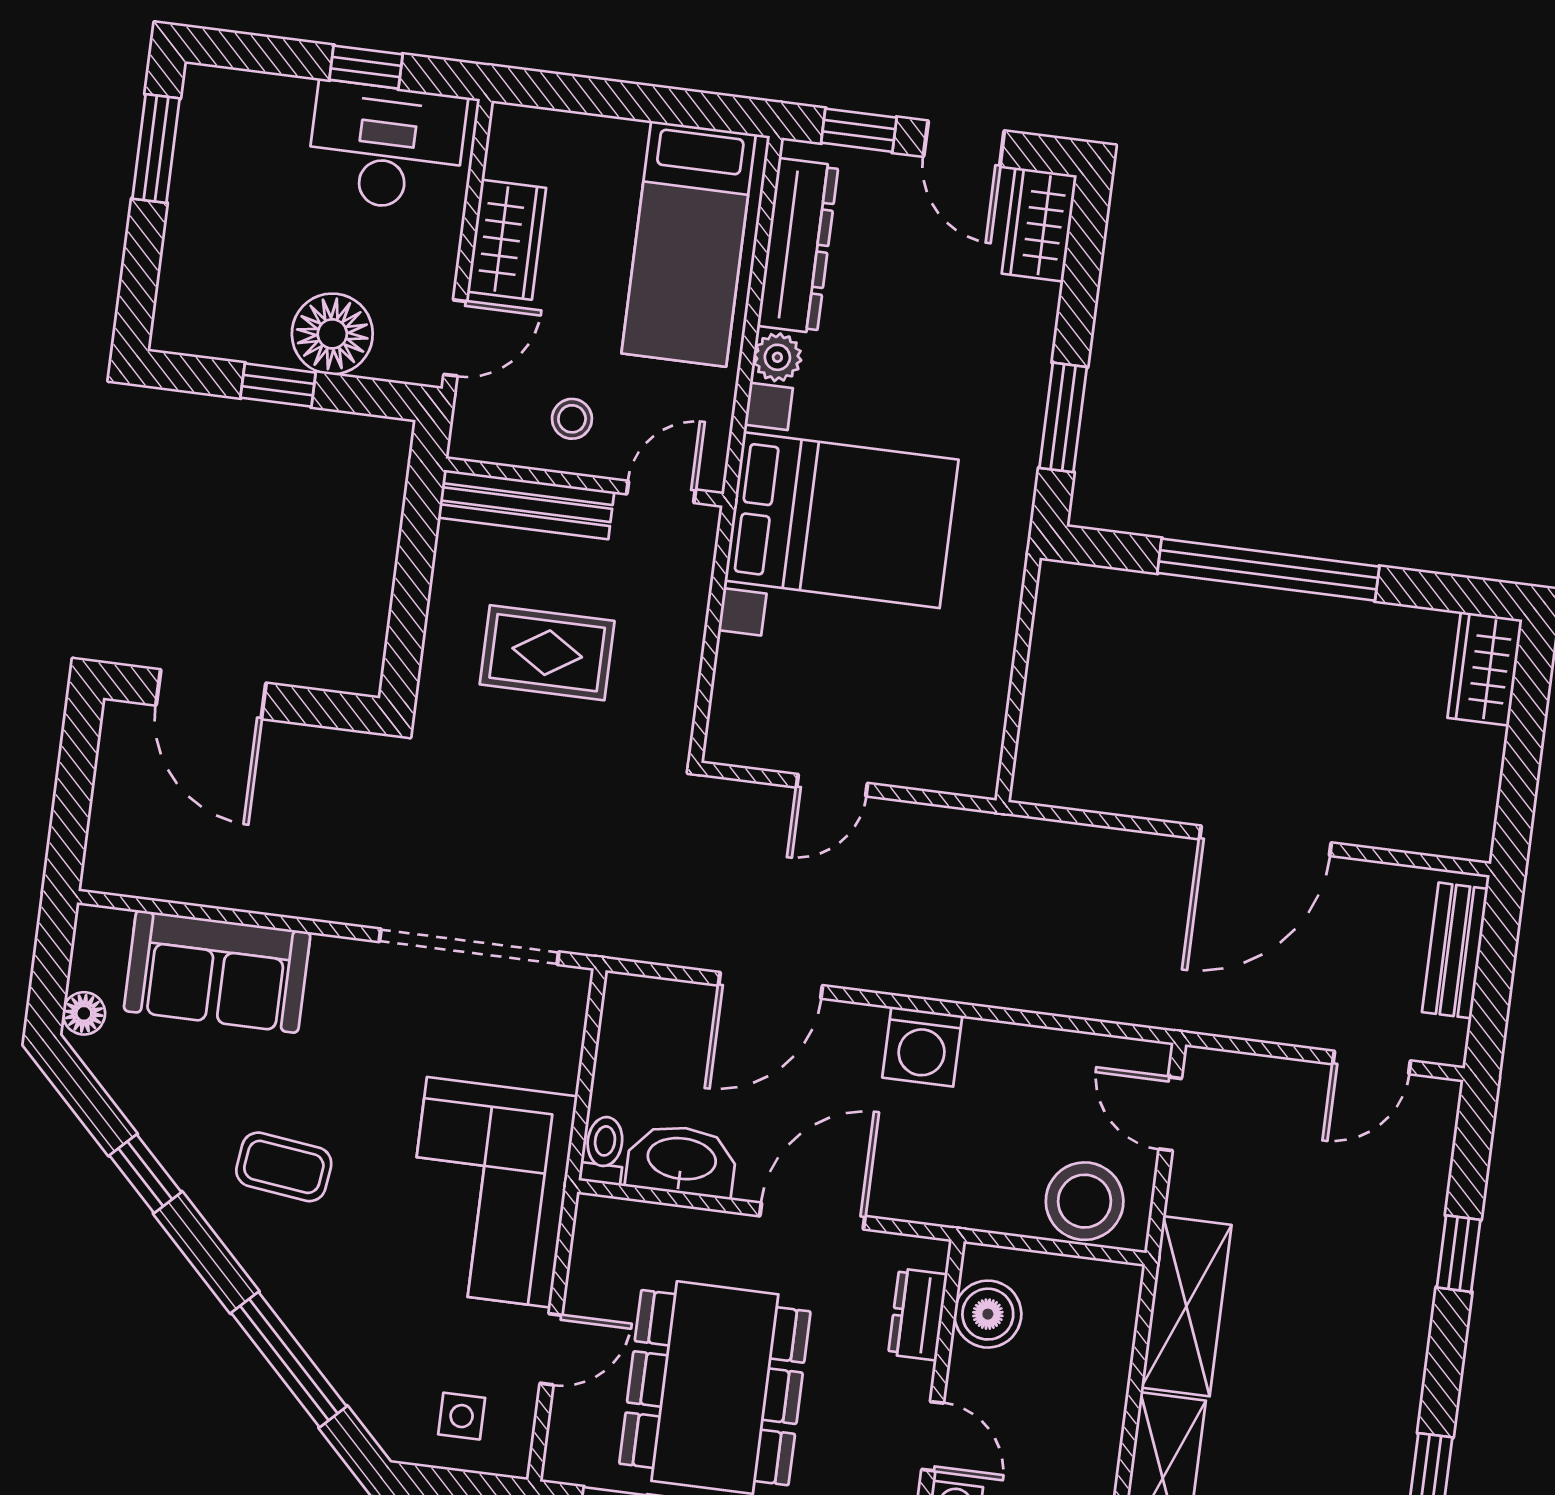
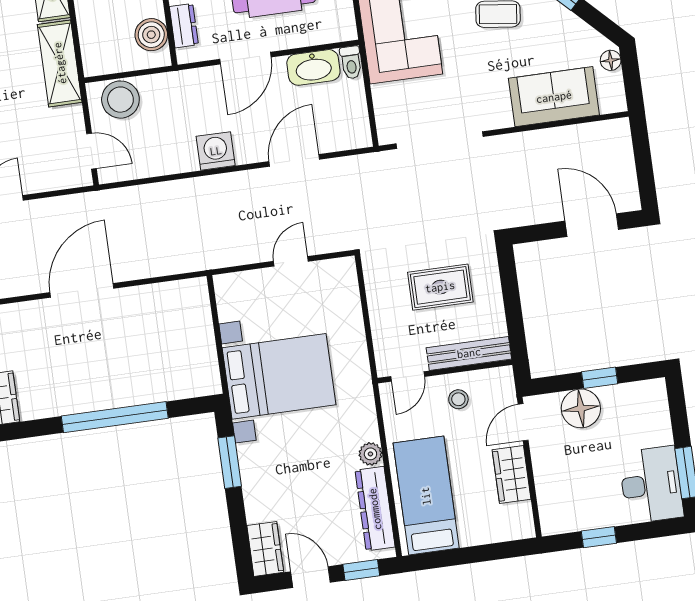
desk: (386, 147) -> (651, 485), moved, turned -90
bed with nightstands: (842, 520) -> (279, 376), moved, turned 180

